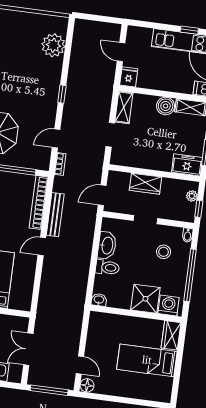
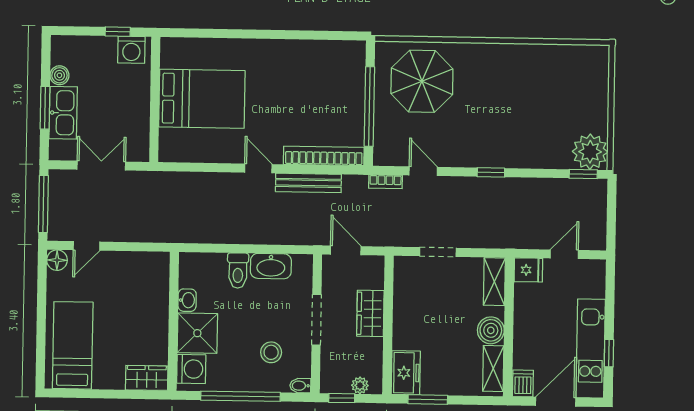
window: (70, 34) -> (583, 174), added
plant: (53, 45) -> (590, 152), moved
shelving: (124, 107) -> (494, 282), moved, turned 90
doorway: (146, 220) -> (316, 320), width x1.38
washbasin: (99, 300) -> (187, 300), moved
bed: (147, 360) -> (73, 345), moved

